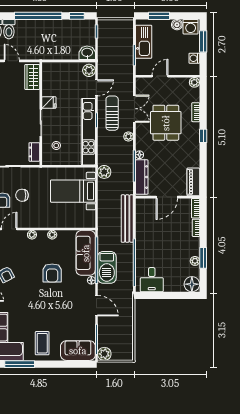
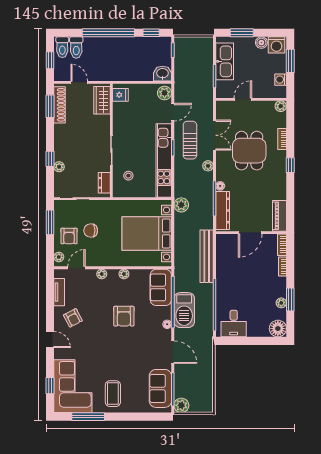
fridge: (49, 103) -> (120, 95), moved
bed with nightstands: (73, 191) -> (147, 233), width x1.36
sofa: (86, 253) -> (161, 287), width x0.73
sofa: (78, 351) -> (160, 388), moved, turned -90

